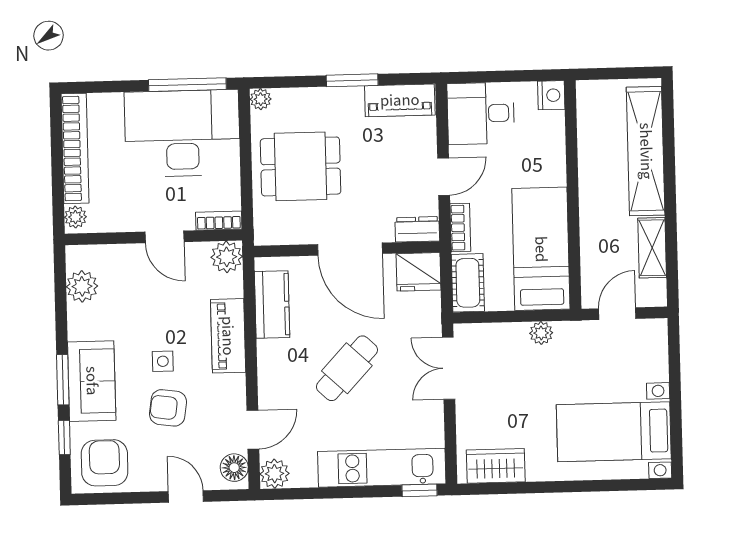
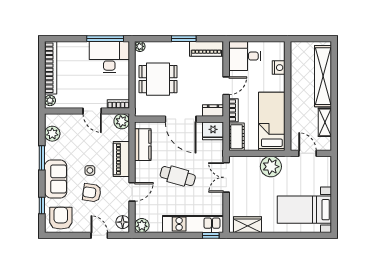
nightstand: (551, 95) -> (279, 68), moved
desk: (182, 133) -> (109, 57), width x0.73, depth x0.77
door: (617, 314) -> (307, 153), hinge flipped
plant: (541, 333) -> (271, 167), width x1.88, depth x1.88
cafe table: (347, 368) -> (178, 176), turned 63
window: (63, 380) -> (42, 158), moved
door: (253, 430) -> (132, 192), moved

